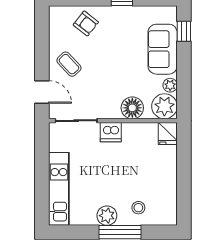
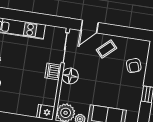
armchair: (86, 23) -> (134, 66), turned -58
floor lamp: (132, 108) -> (70, 76), moved

